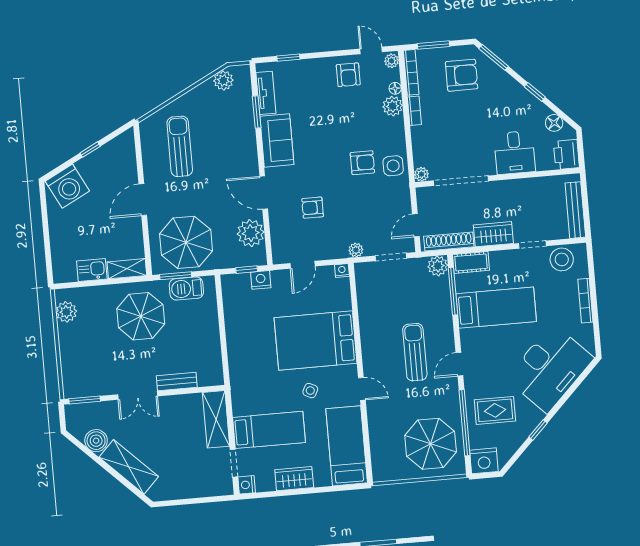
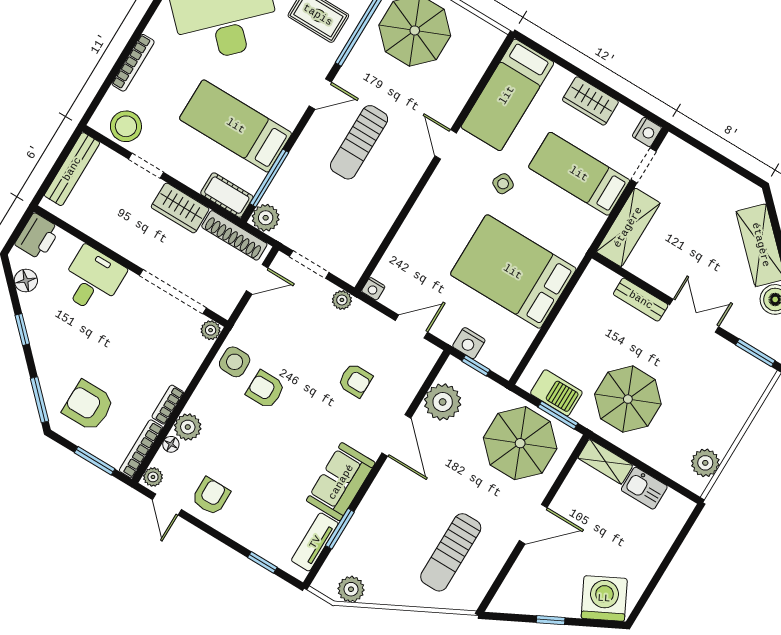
bed: (316, 340) -> (513, 272), moved, turned 180

